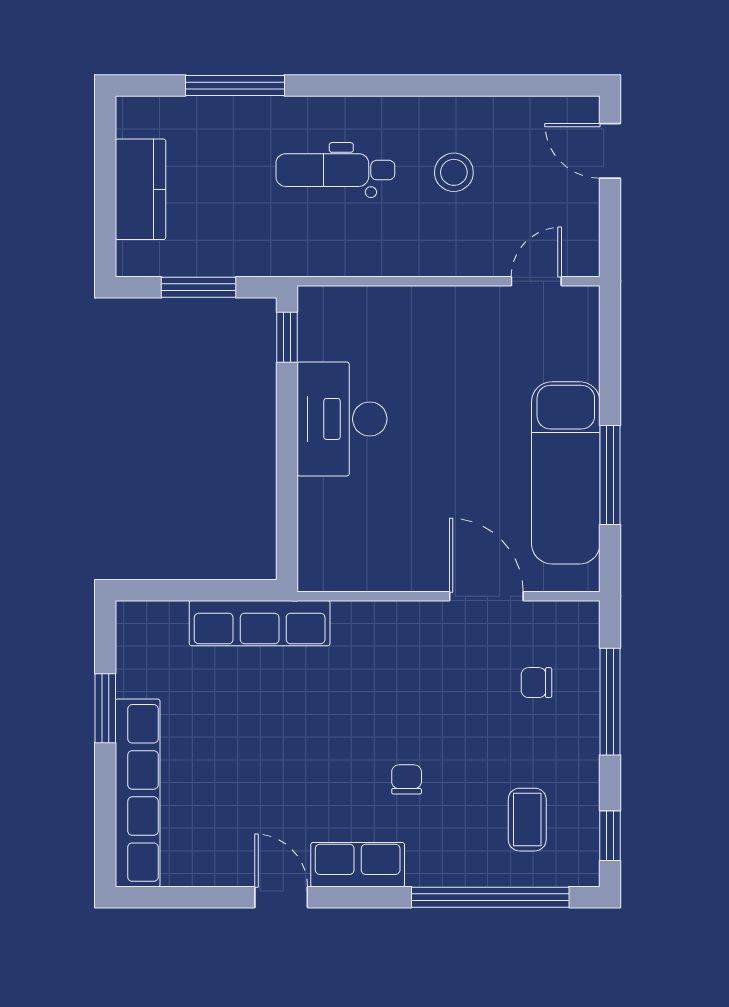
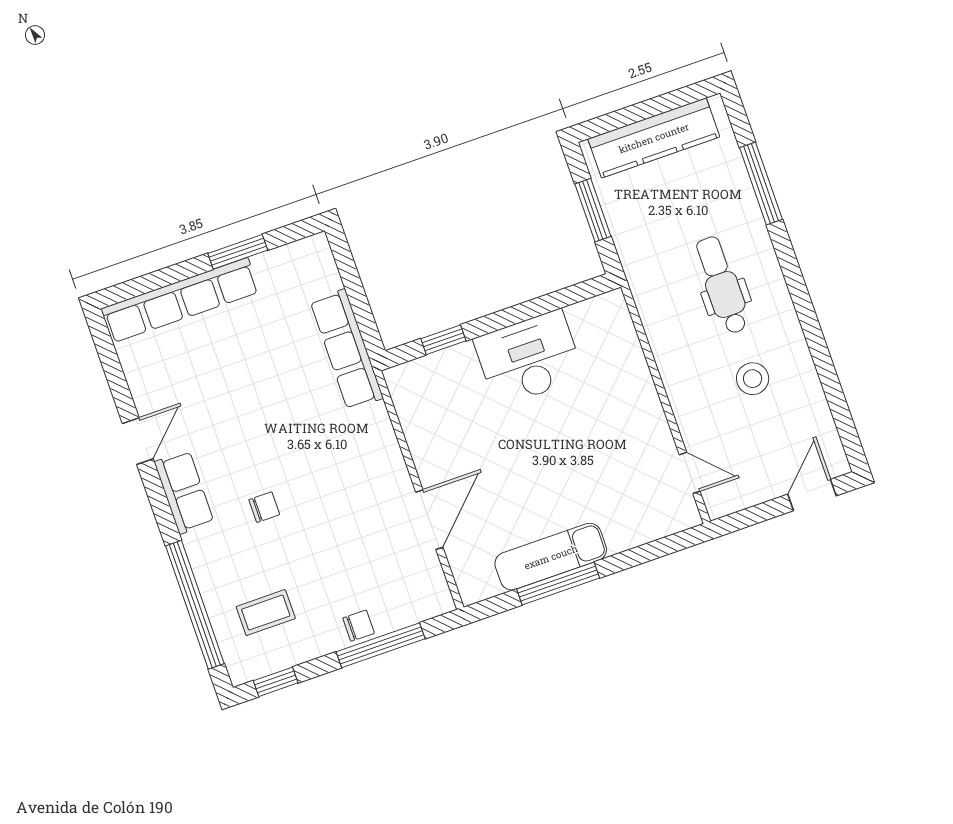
kitchen counter: (141, 189) -> (654, 138), width x1.50
window: (287, 337) -> (443, 340), moved
exam couch: (566, 473) -> (551, 557), width x0.73, depth x0.69
chair: (536, 683) -> (359, 626), moved, turned 90

